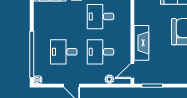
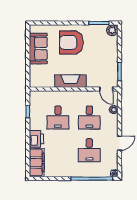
fireplace: (141, 43) -> (70, 81), moved

